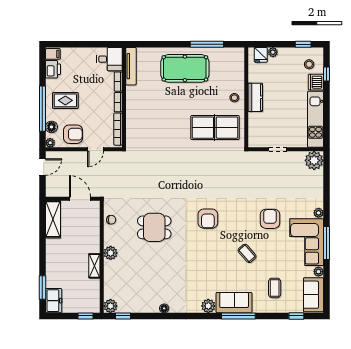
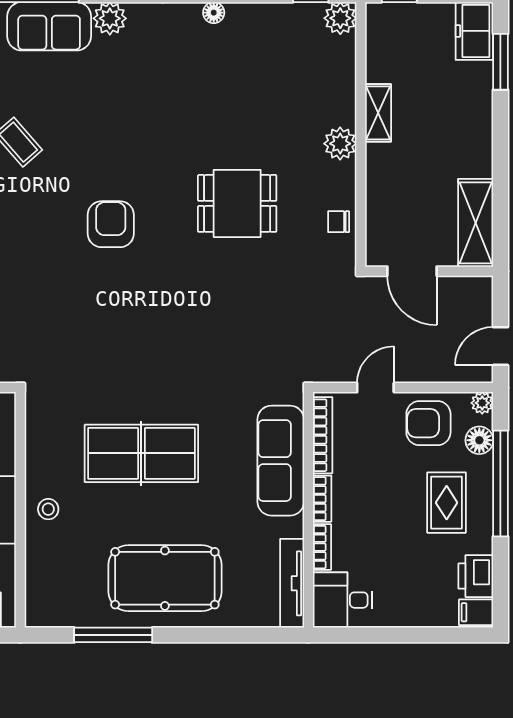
rug: (65, 100) -> (447, 503), turned 90
sofa: (136, 118) -> (281, 461), added
table tennis table: (215, 128) -> (141, 453), moved

